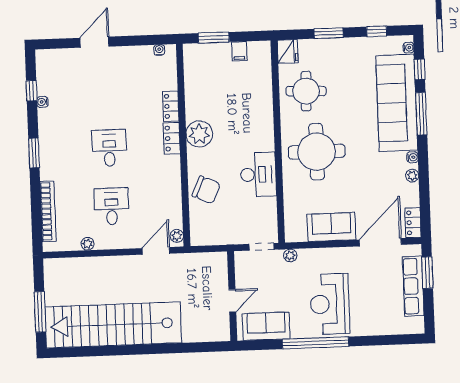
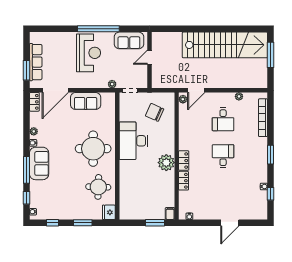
filing cabinet: (239, 51) -> (170, 214), moved
sofa: (397, 103) -> (39, 163), width x0.54, depth x0.79
desk: (109, 148) -> (223, 156), turned 180
desk: (258, 175) -> (133, 141), width x1.36, depth x1.30
chair: (206, 190) -> (155, 112), moved

